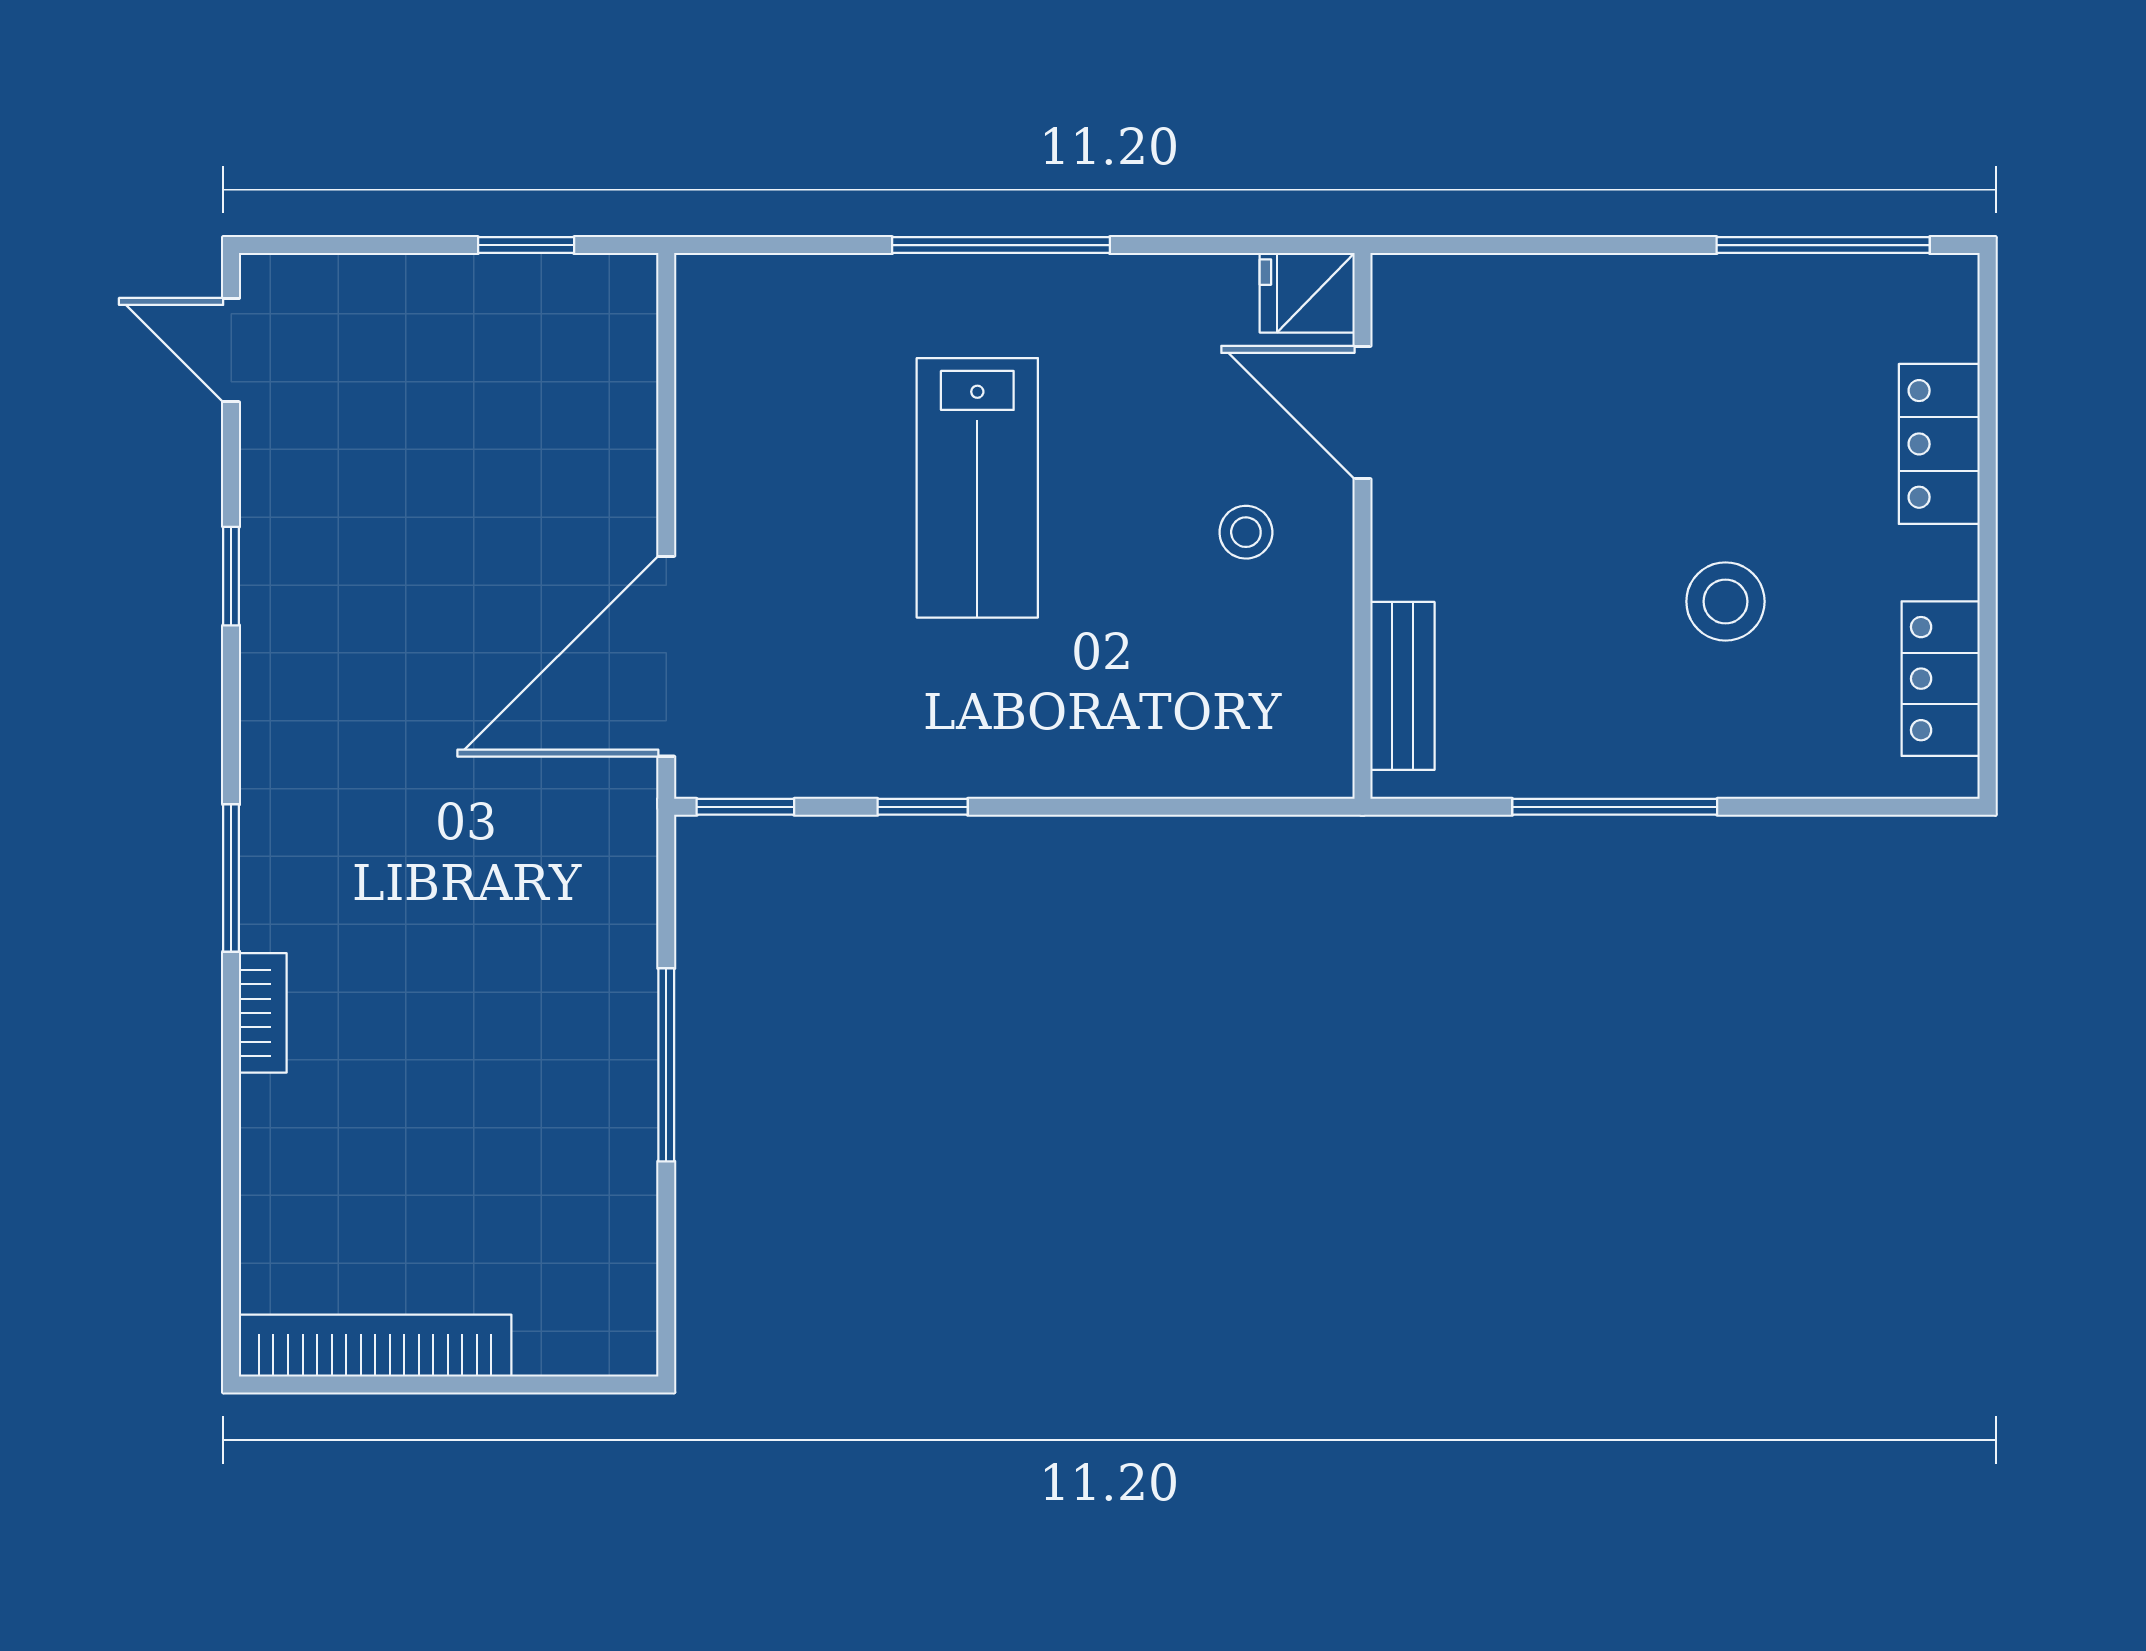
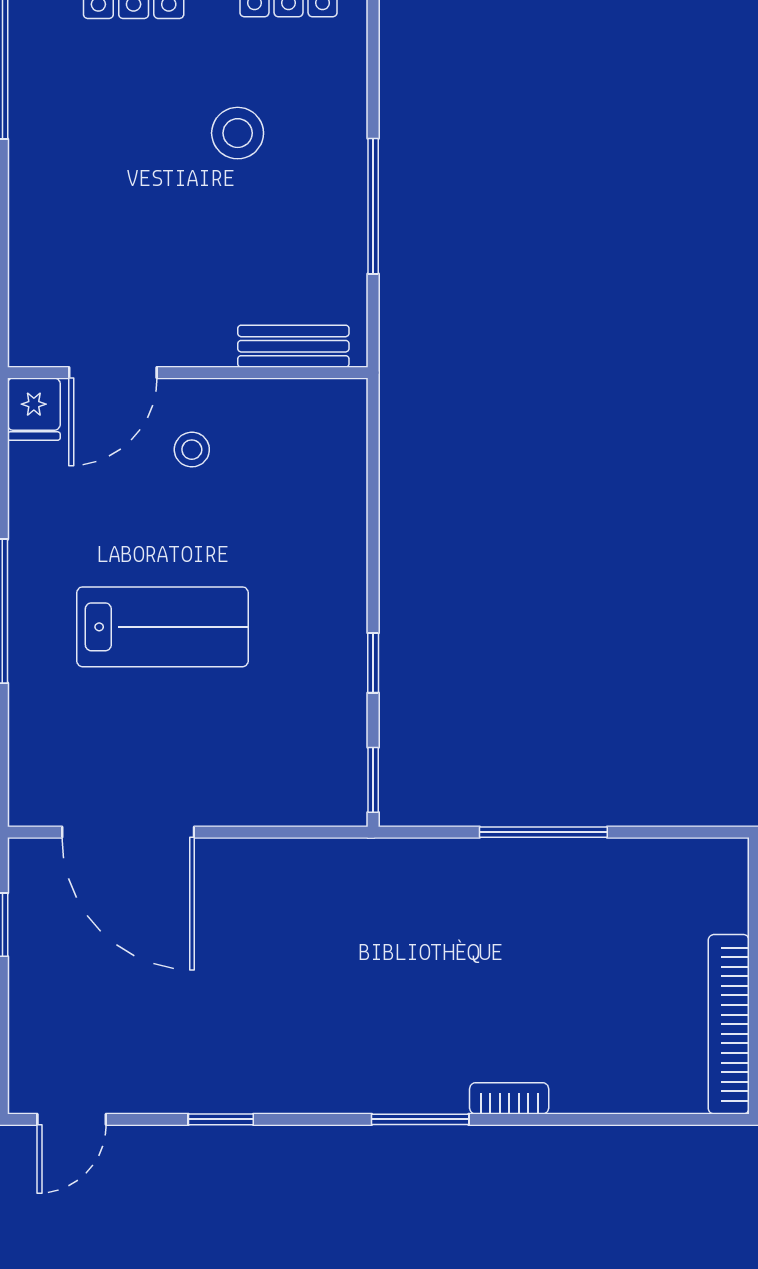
door: (666, 656) -> (128, 832), moved

